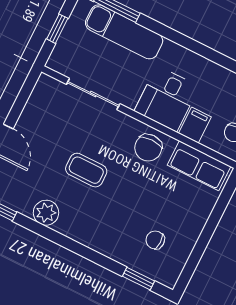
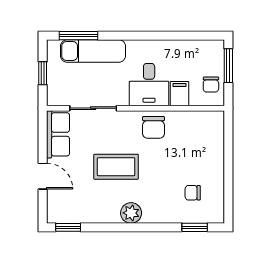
row of seats: (199, 166) -> (58, 134), moved, turned -90
coffee table: (86, 170) -> (116, 167), width x1.36, depth x1.30
plant: (46, 213) -> (131, 213), moved

